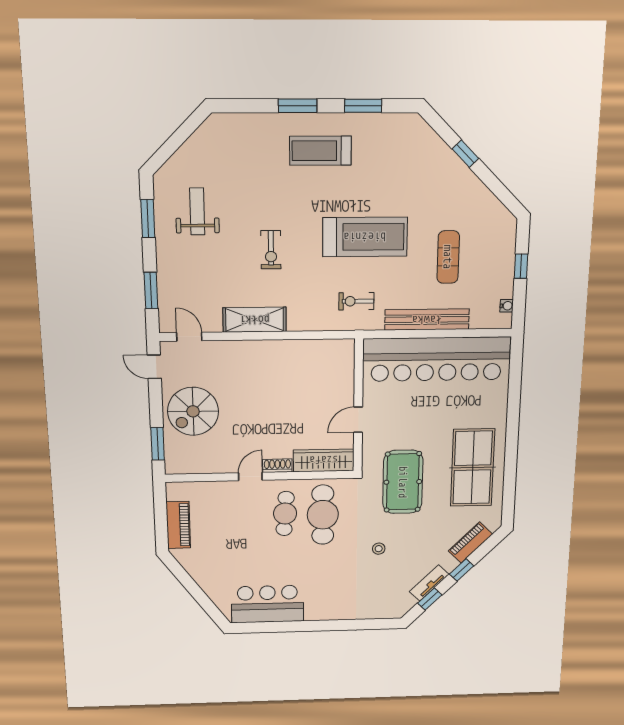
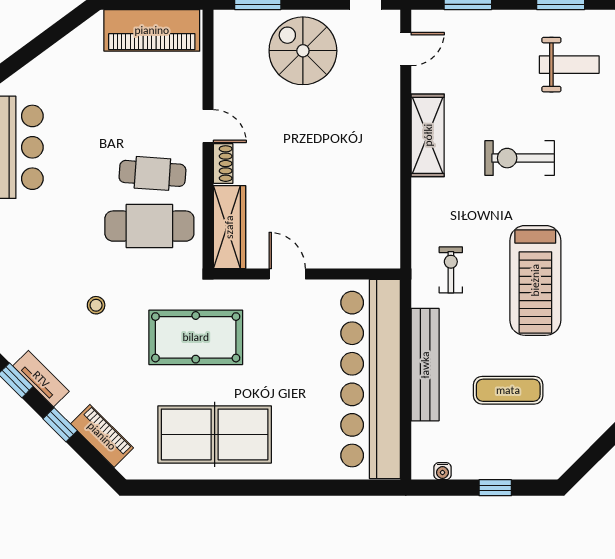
exercise bike: (271, 250) -> (520, 158), width x1.38, depth x1.39
piano: (178, 525) -> (152, 30), width x1.37, depth x1.33

